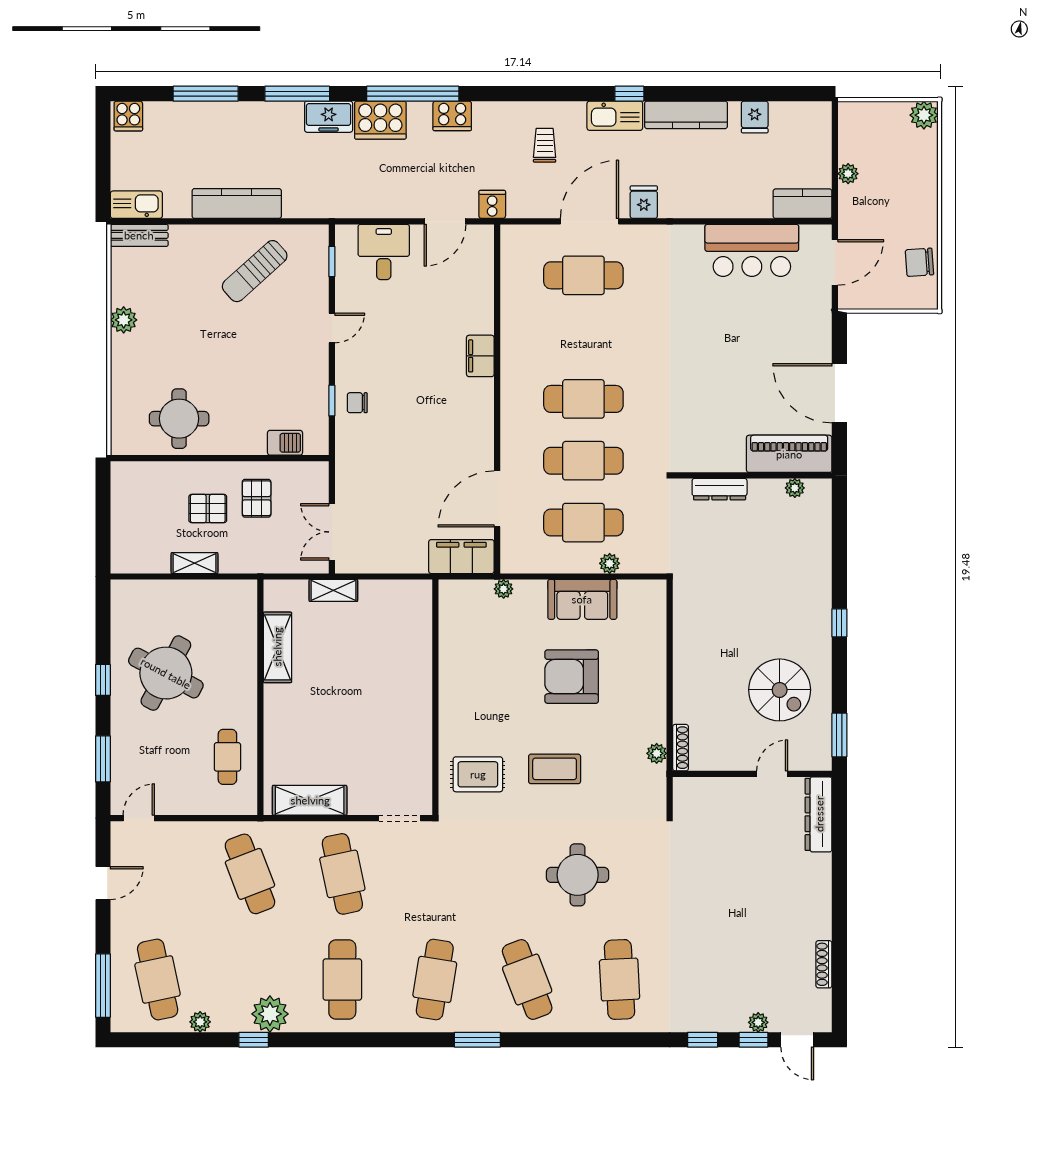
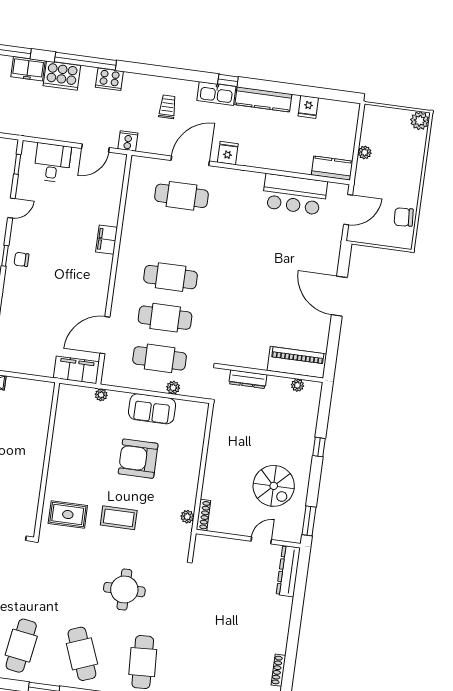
piano: (789, 454) -> (297, 362), moved
wall: (752, 475) -> (271, 373), moved
plant: (795, 488) -> (297, 385), moved
dresser: (720, 489) -> (248, 379), moved

